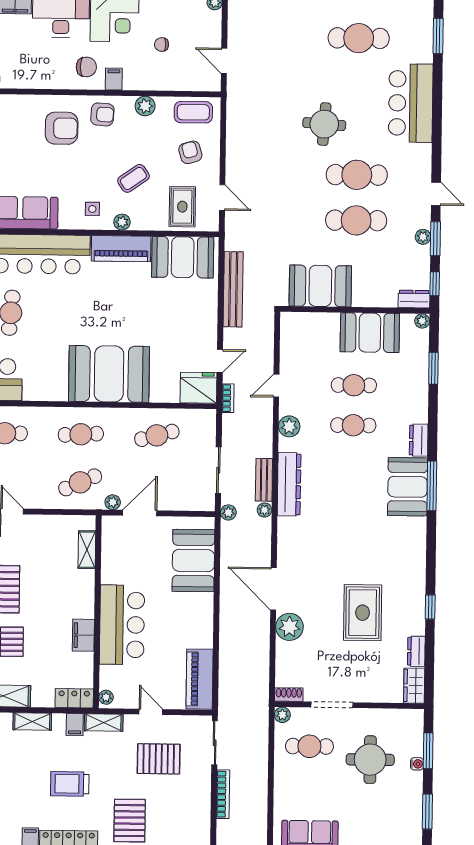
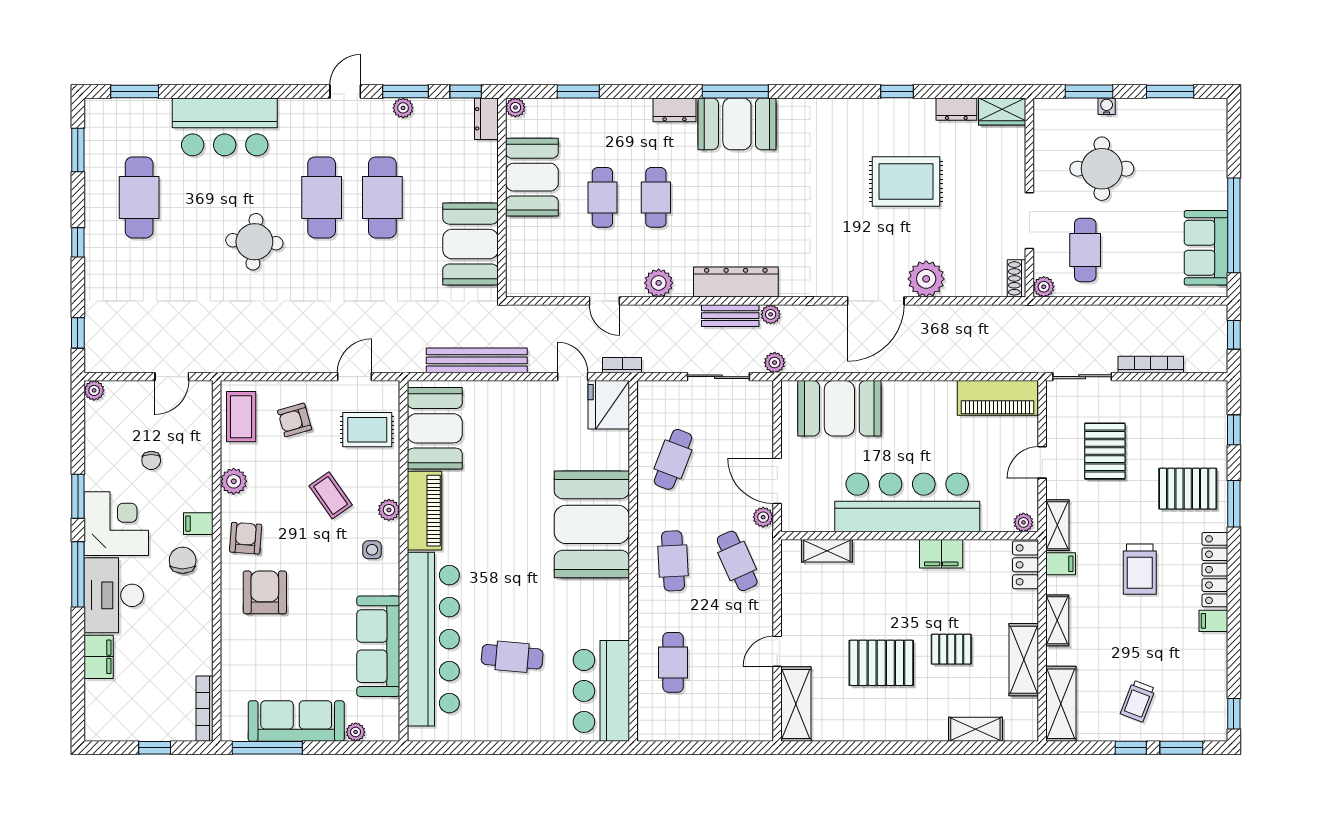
cafe table: (157, 435) -> (673, 459), turned 36
bar counter: (122, 625) -> (907, 502), width x1.36

